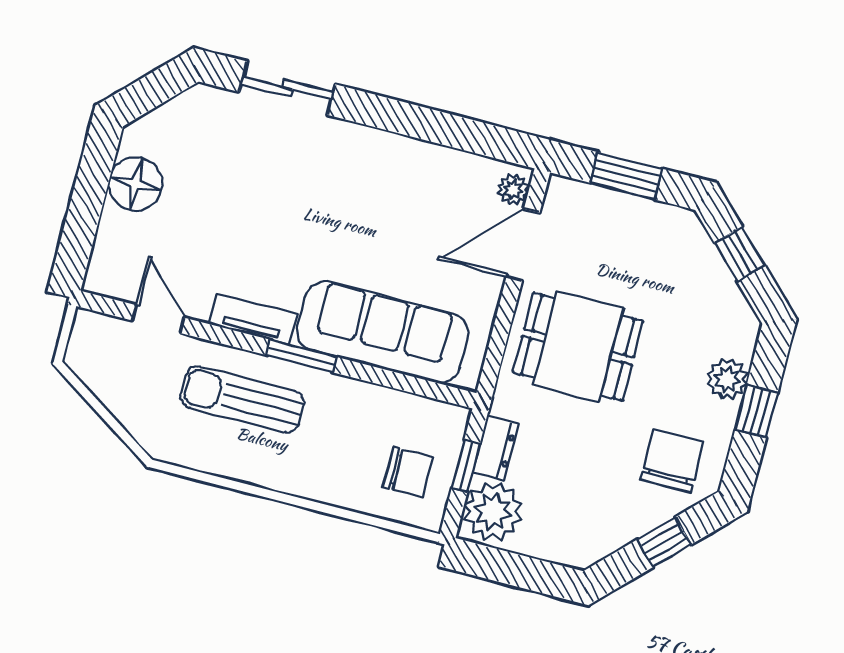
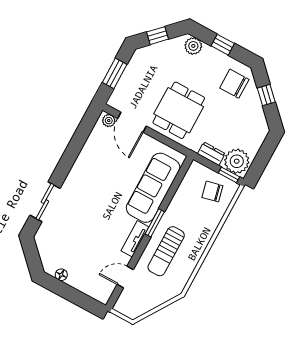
floor lamp: (135, 184) -> (61, 275), width x0.53, depth x0.53
plant: (727, 379) -> (193, 46), moved
window: (466, 466) -> (229, 175), moved
chair: (408, 472) -> (212, 192), turned -103

